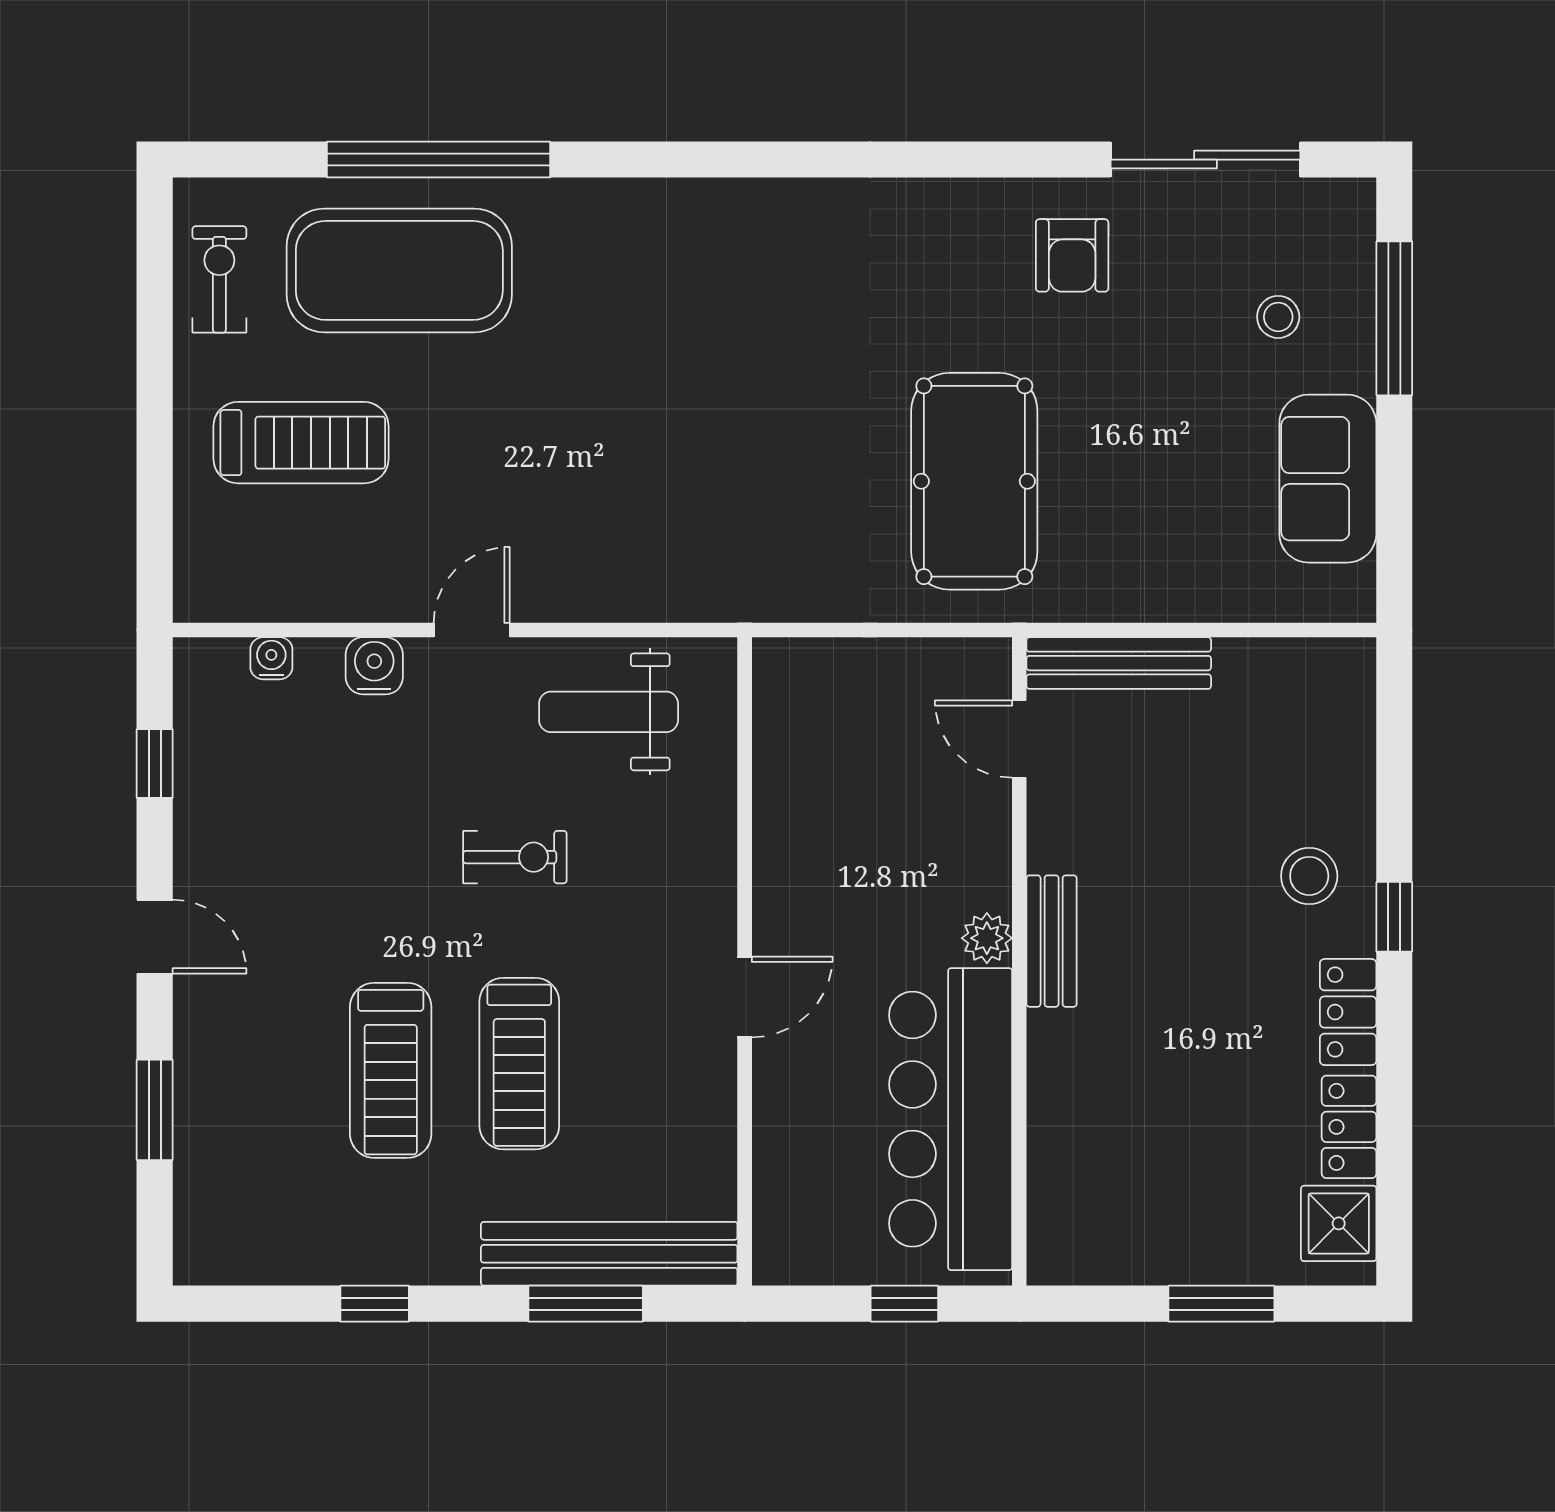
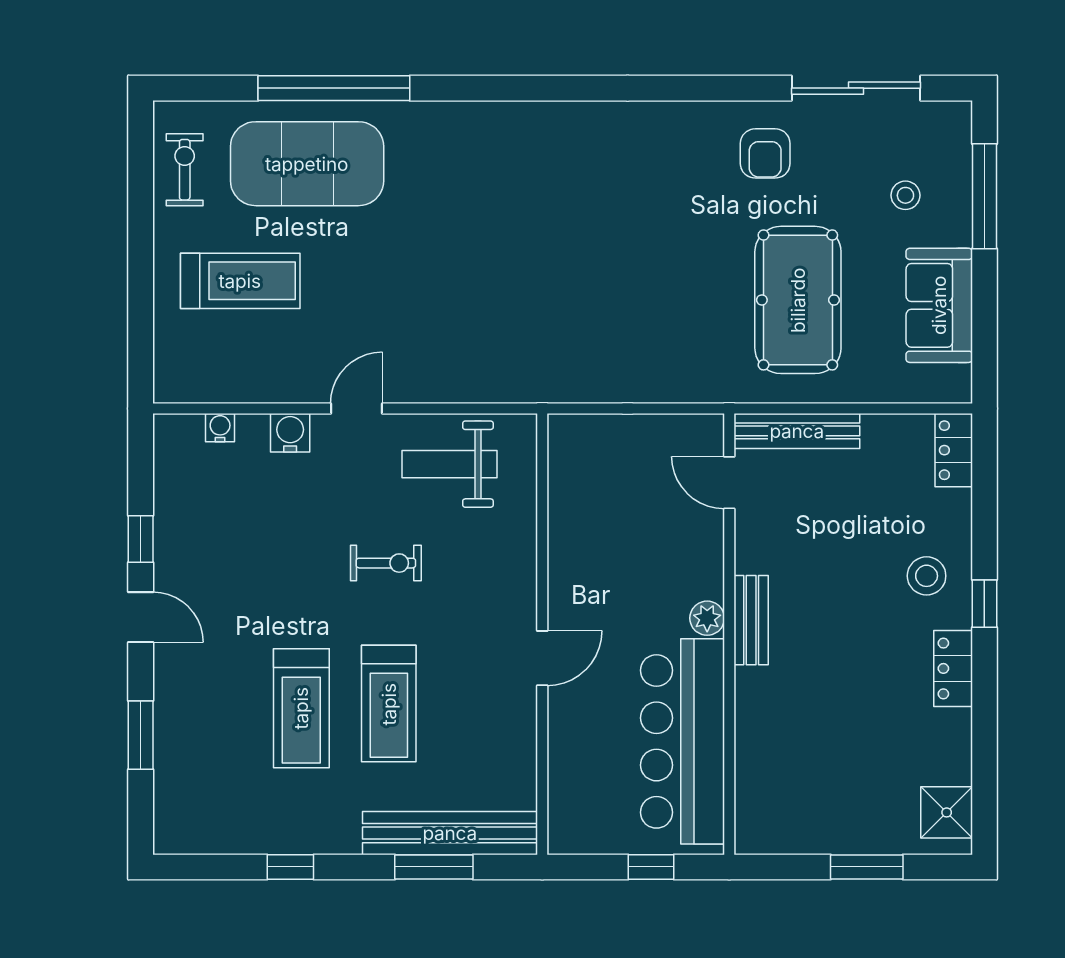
pool table: (974, 481) -> (798, 300), moved
window: (155, 764) -> (141, 539), moved
locker: (1349, 1127) -> (954, 450), moved

